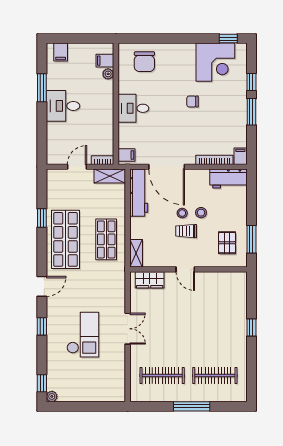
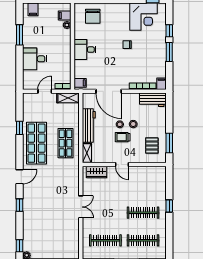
desk: (63, 106) -> (35, 59), moved
workbench: (139, 193) -> (89, 125), moved
checkout: (83, 335) -> (49, 211), removed
clothes rail: (215, 337) -> (143, 213), added

